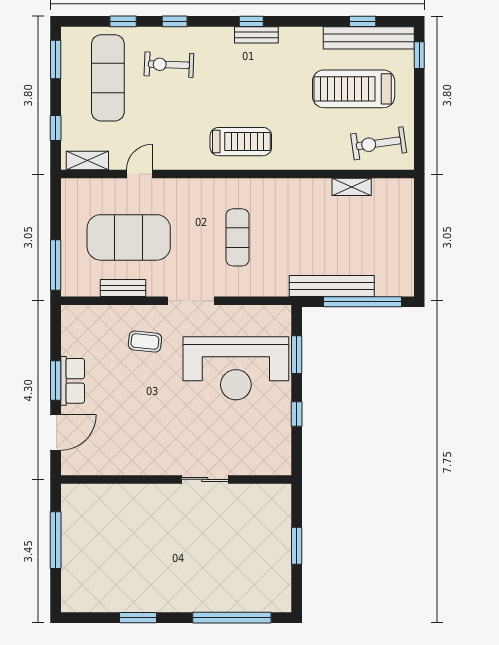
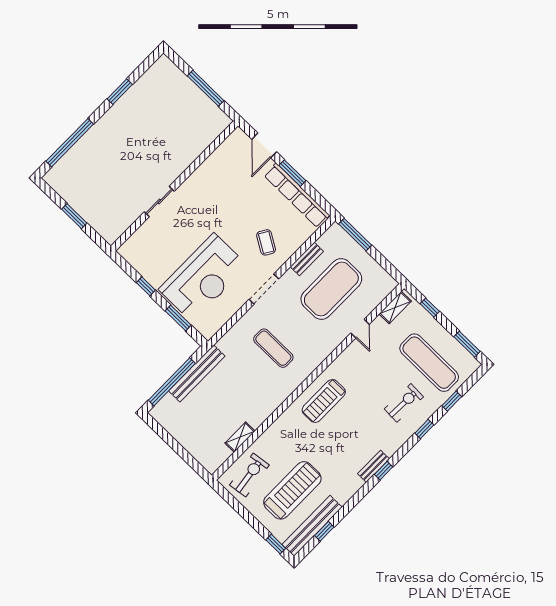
coffee table: (145, 342) -> (266, 242), turned -65
reception desk: (236, 368) -> (203, 278), turned 180
row of seats: (73, 381) -> (297, 195), width x2.02

